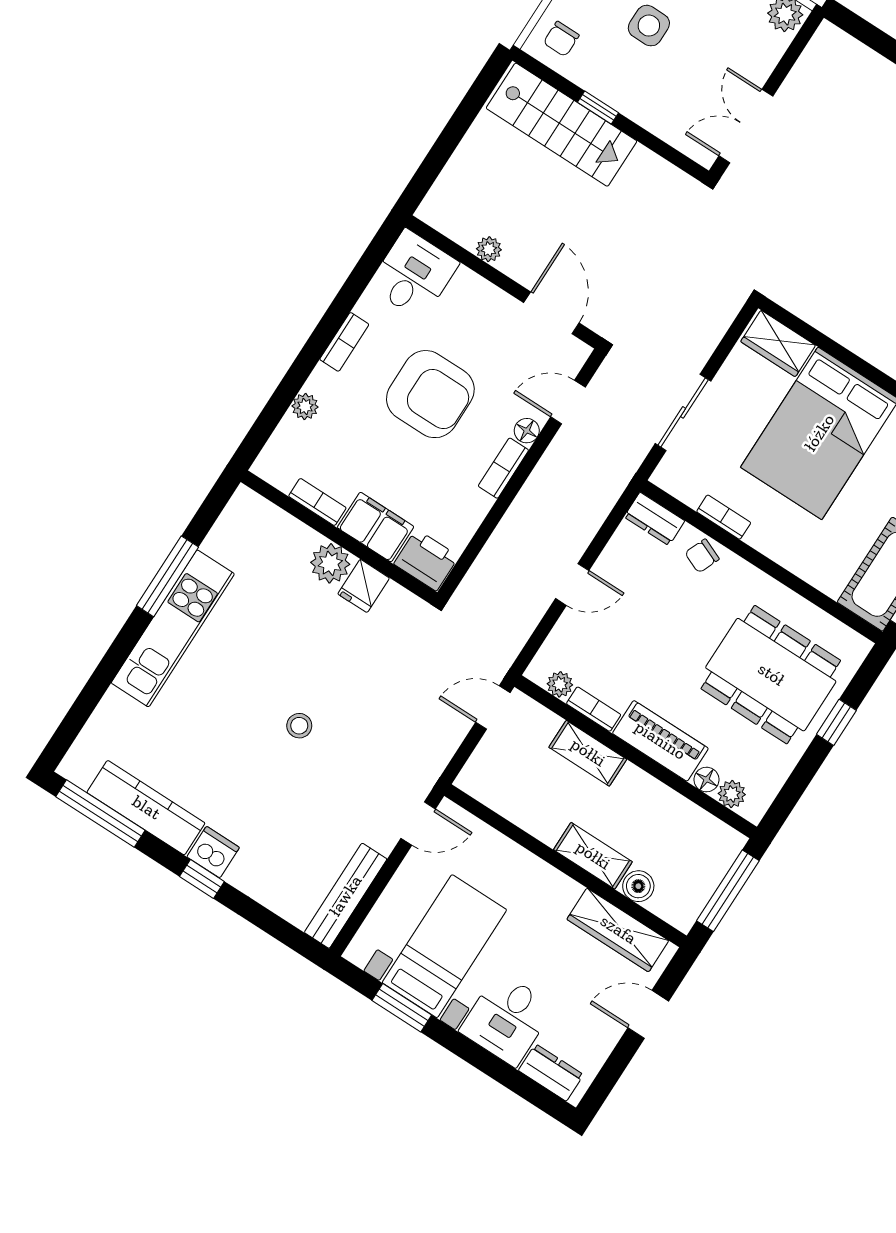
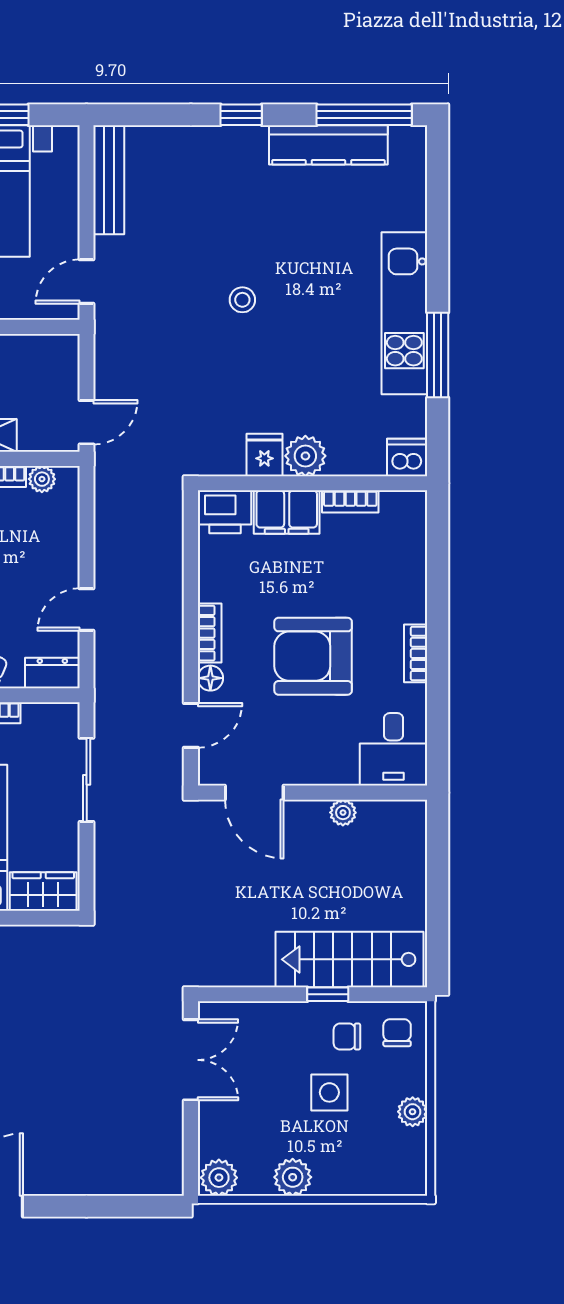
chair: (605, 62) -> (347, 1037), added
plant: (305, 406) -> (414, 576), removed
door: (572, 584) -> (87, 610), moved
dishwasher: (213, 852) -> (407, 458), moved, turned 180

